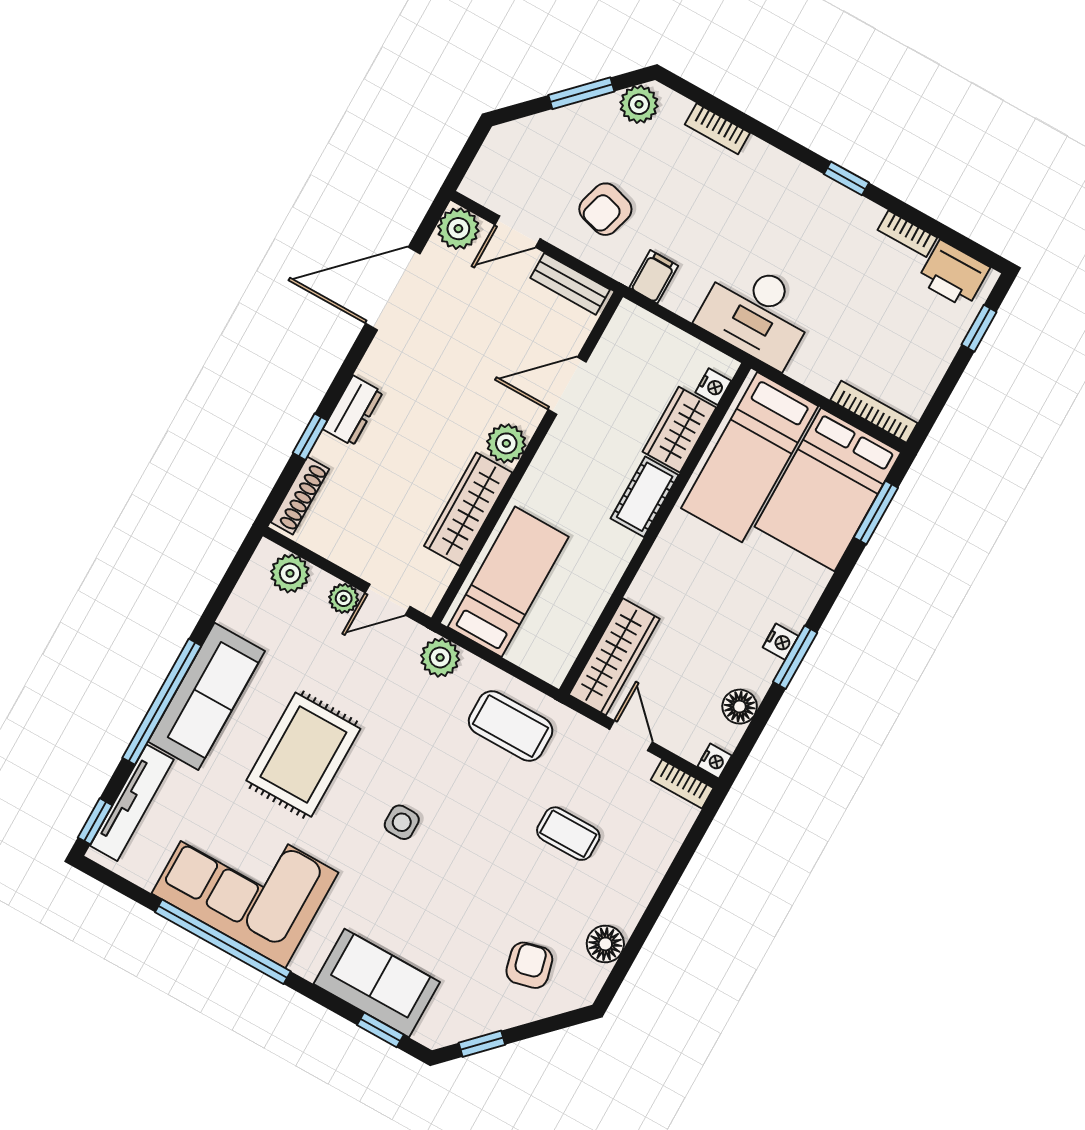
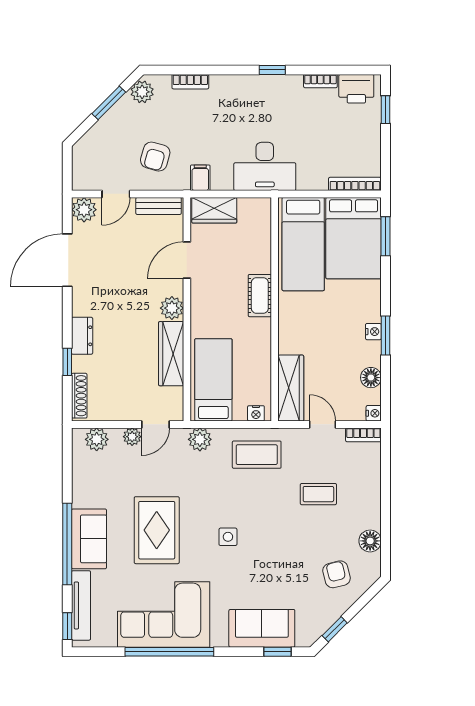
nightstand: (713, 387) -> (256, 413), moved, turned 90
wardrobe: (679, 430) -> (214, 210), moved, turned -90
sofa: (206, 696) -> (89, 539), width x0.73

